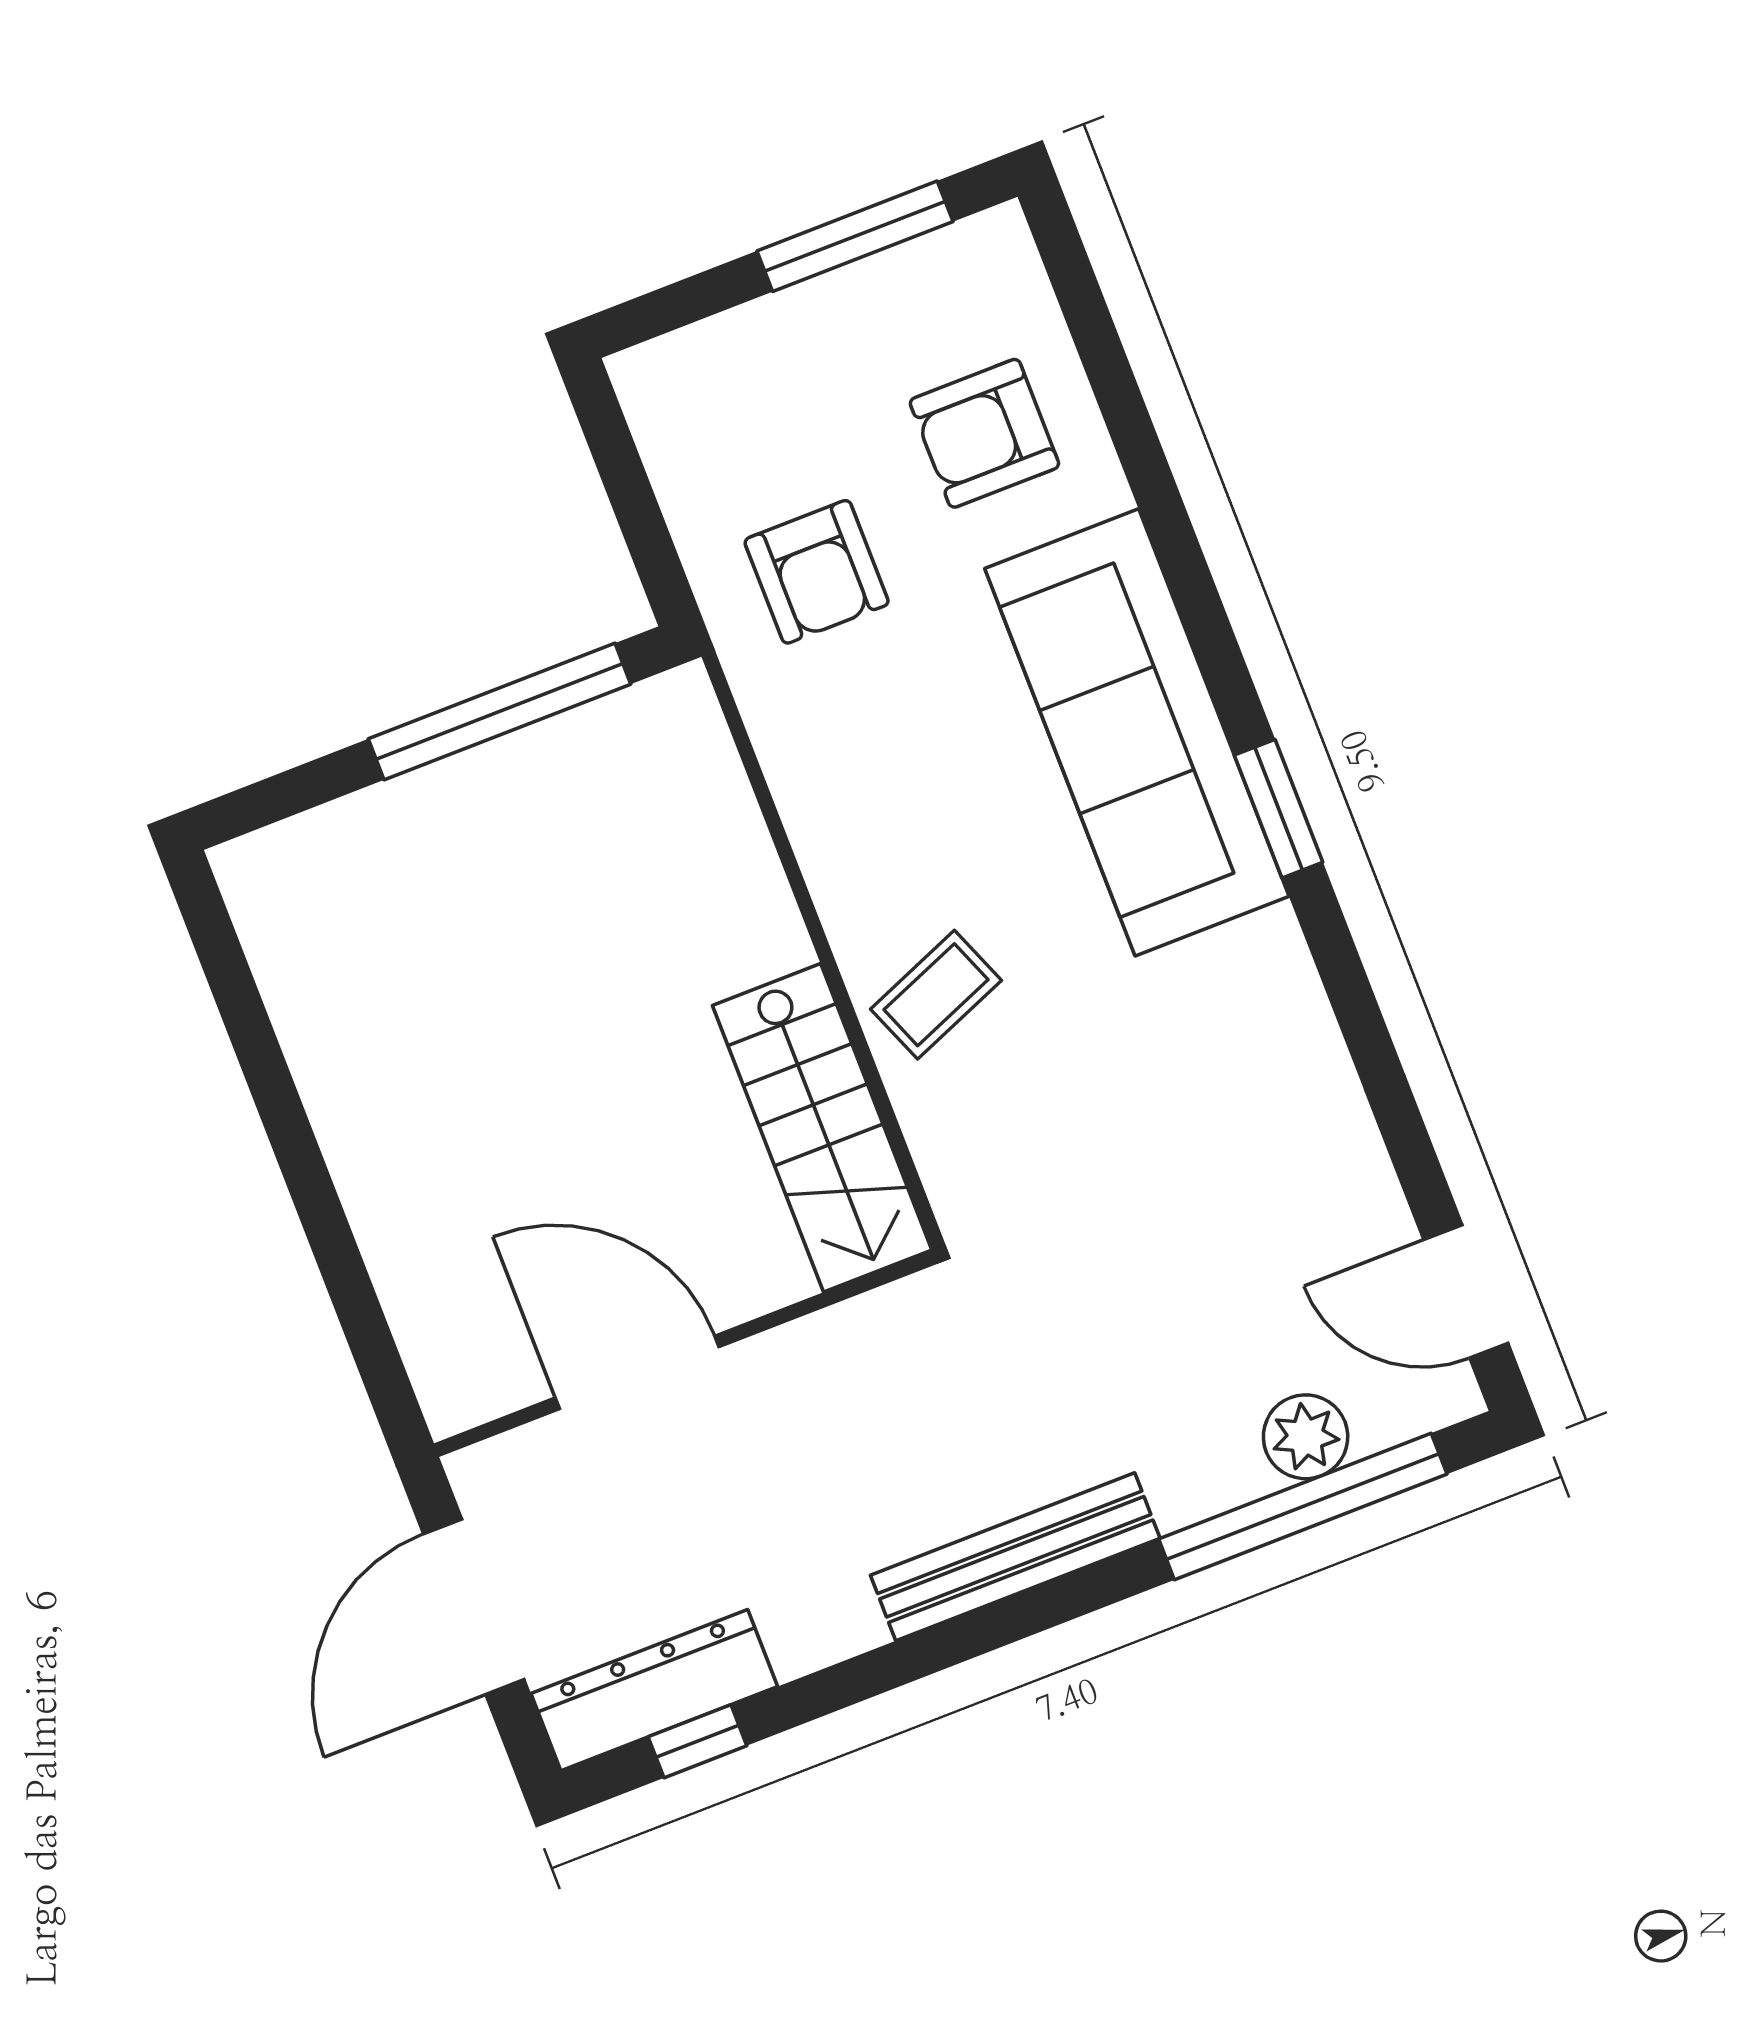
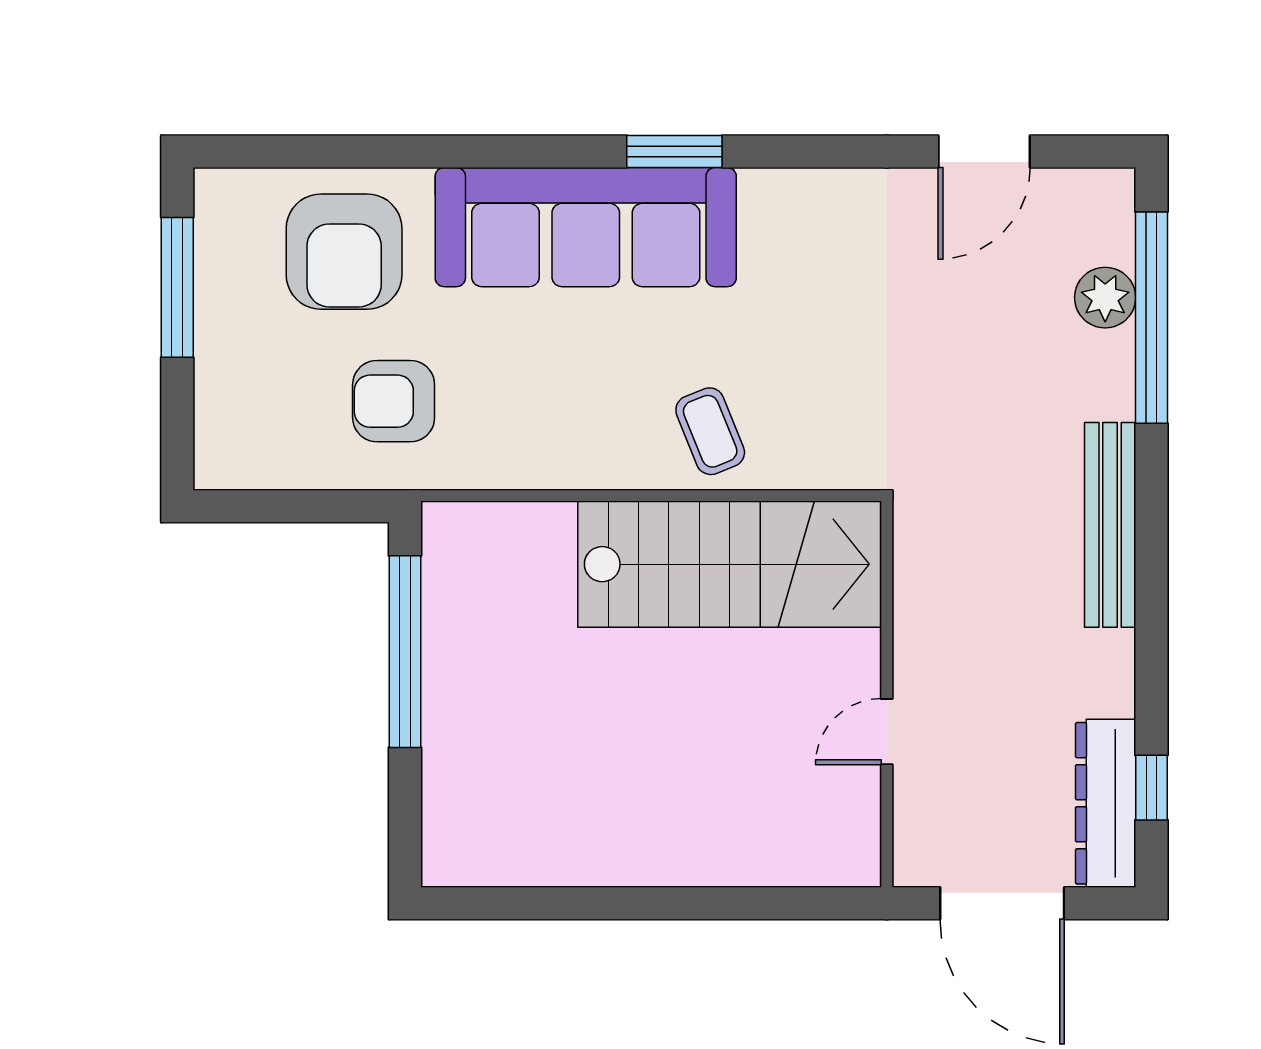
armchair: (984, 433) -> (344, 252), width x1.36, depth x1.36
armchair: (817, 572) -> (394, 401), turned 180
stairs: (822, 1128) -> (730, 564), width x1.36, depth x1.51
door: (1466, 1291) -> (984, 151), moved
door: (637, 1372) -> (887, 732), width x0.53

